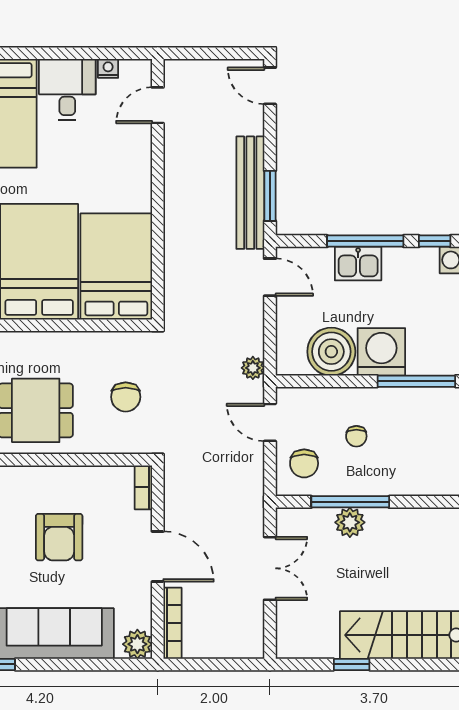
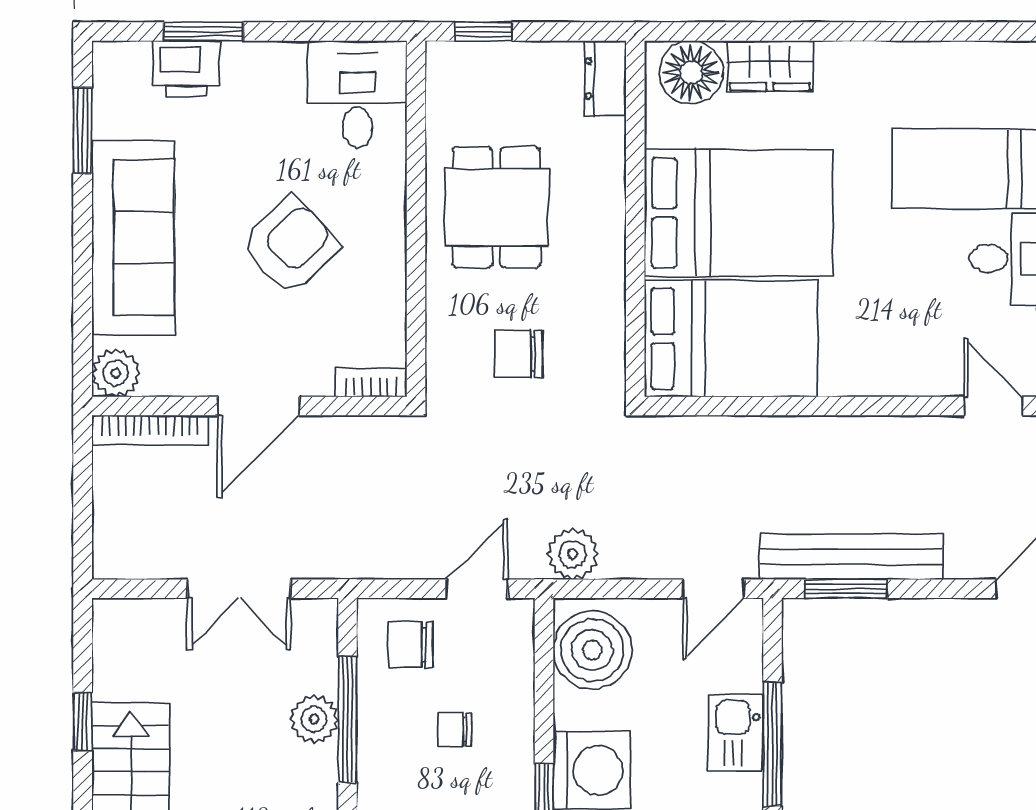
boiler: (331, 352) -> (592, 650), moved
plant: (253, 368) -> (573, 554), width x1.38, depth x1.38
armchair: (59, 537) -> (290, 245), turned 136

